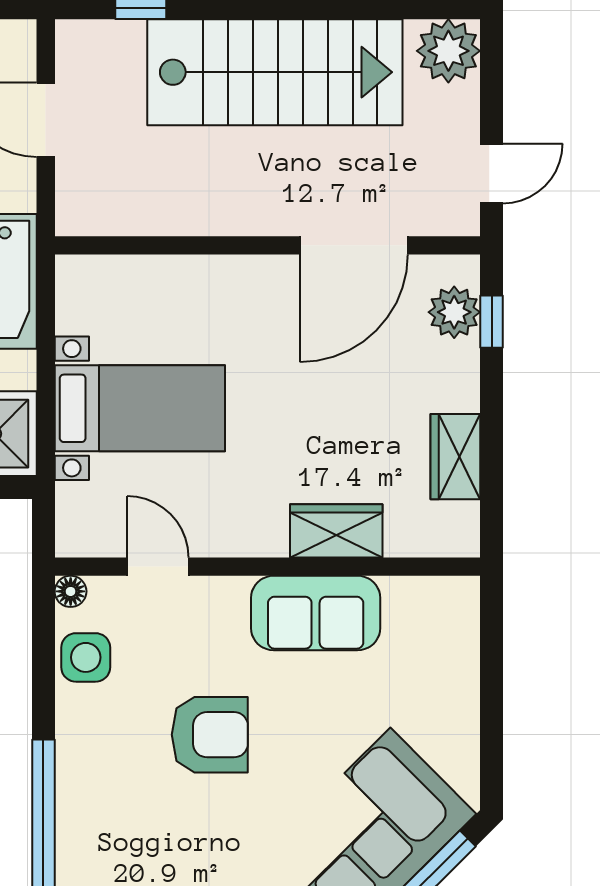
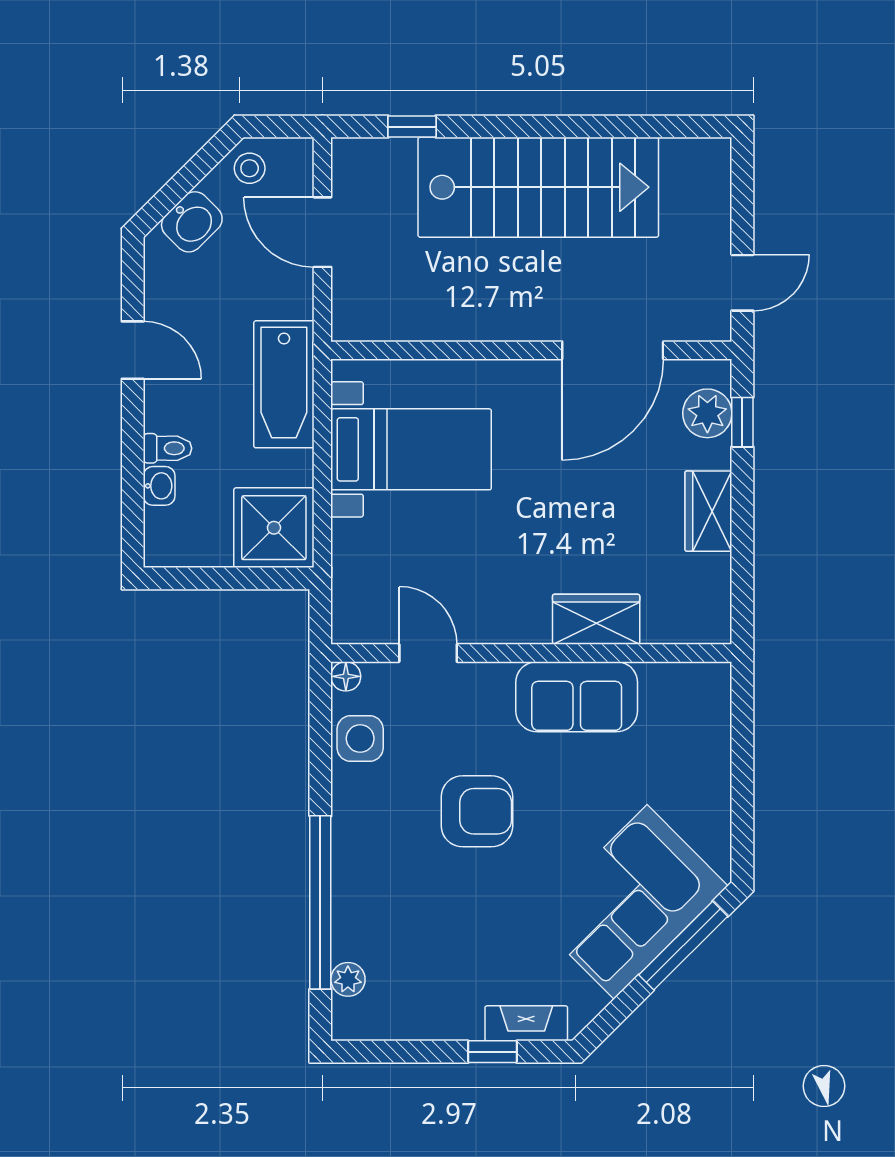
plant: (448, 51) -> (702, 167), removed
bed with nightstands: (140, 408) -> (411, 449), moved
wardrobe: (455, 457) -> (708, 511), moved

